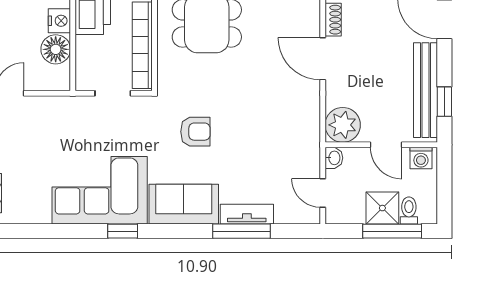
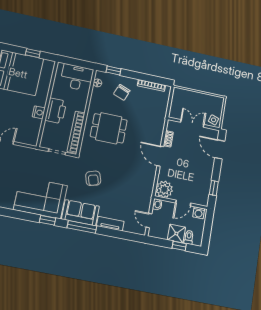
floor lamp: (56, 49) -> (34, 125), removed
bench: (425, 90) -> (206, 181), removed
armchair: (195, 132) -> (93, 178), turned 73
door: (386, 145) -> (183, 203), hinge flipped
window: (241, 231) -> (82, 227), moved
window: (392, 231) -> (179, 246), width x0.46

